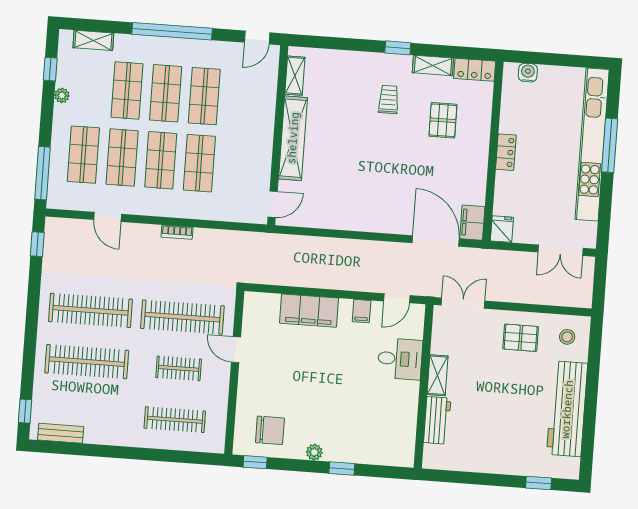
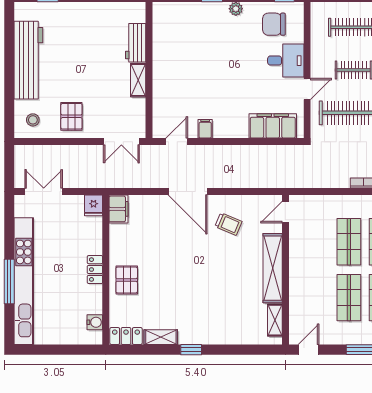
water cooler: (528, 73) -> (95, 322), moved, turned -90
trolley: (389, 99) -> (228, 224), moved, turned -67
pallet: (443, 120) -> (127, 280), moved
door: (436, 241) -> (188, 191), moved
filing cabinet: (309, 311) -> (273, 126), moved
pallet: (521, 338) -> (71, 116), turned 90
door: (236, 350) -> (307, 89), hinge flipped
desk: (400, 359) -> (286, 61), moved, turned 180

